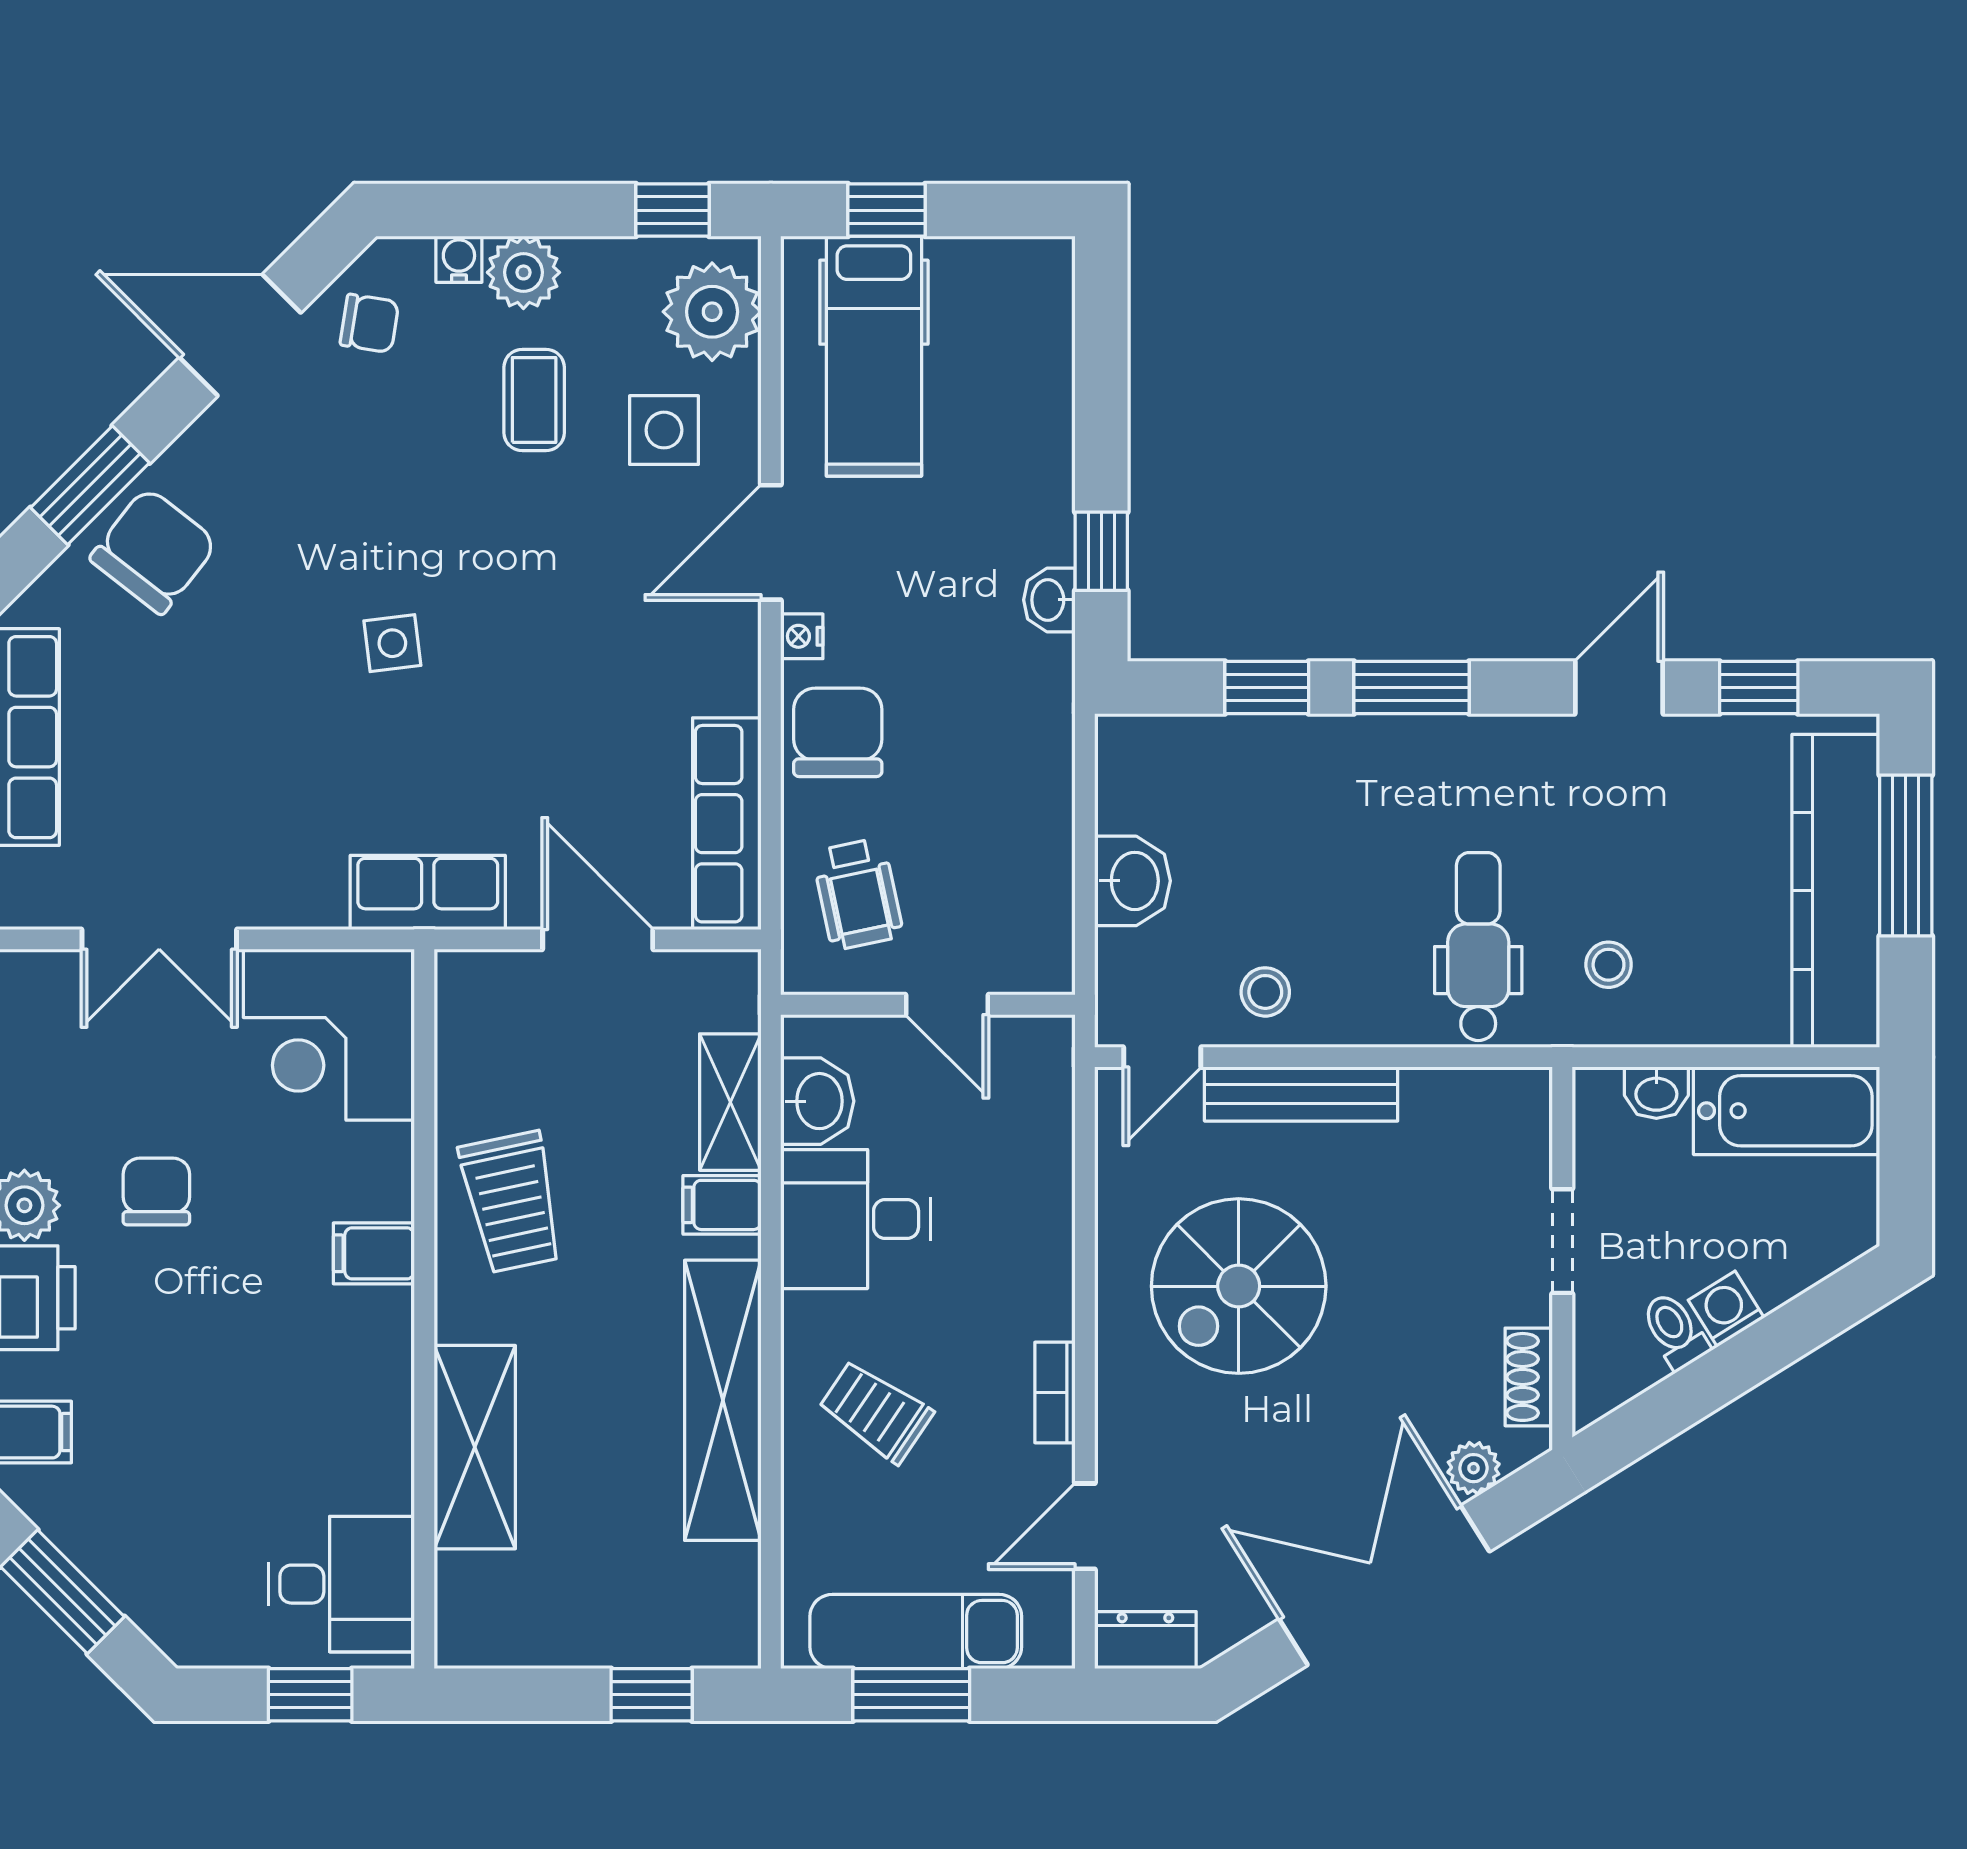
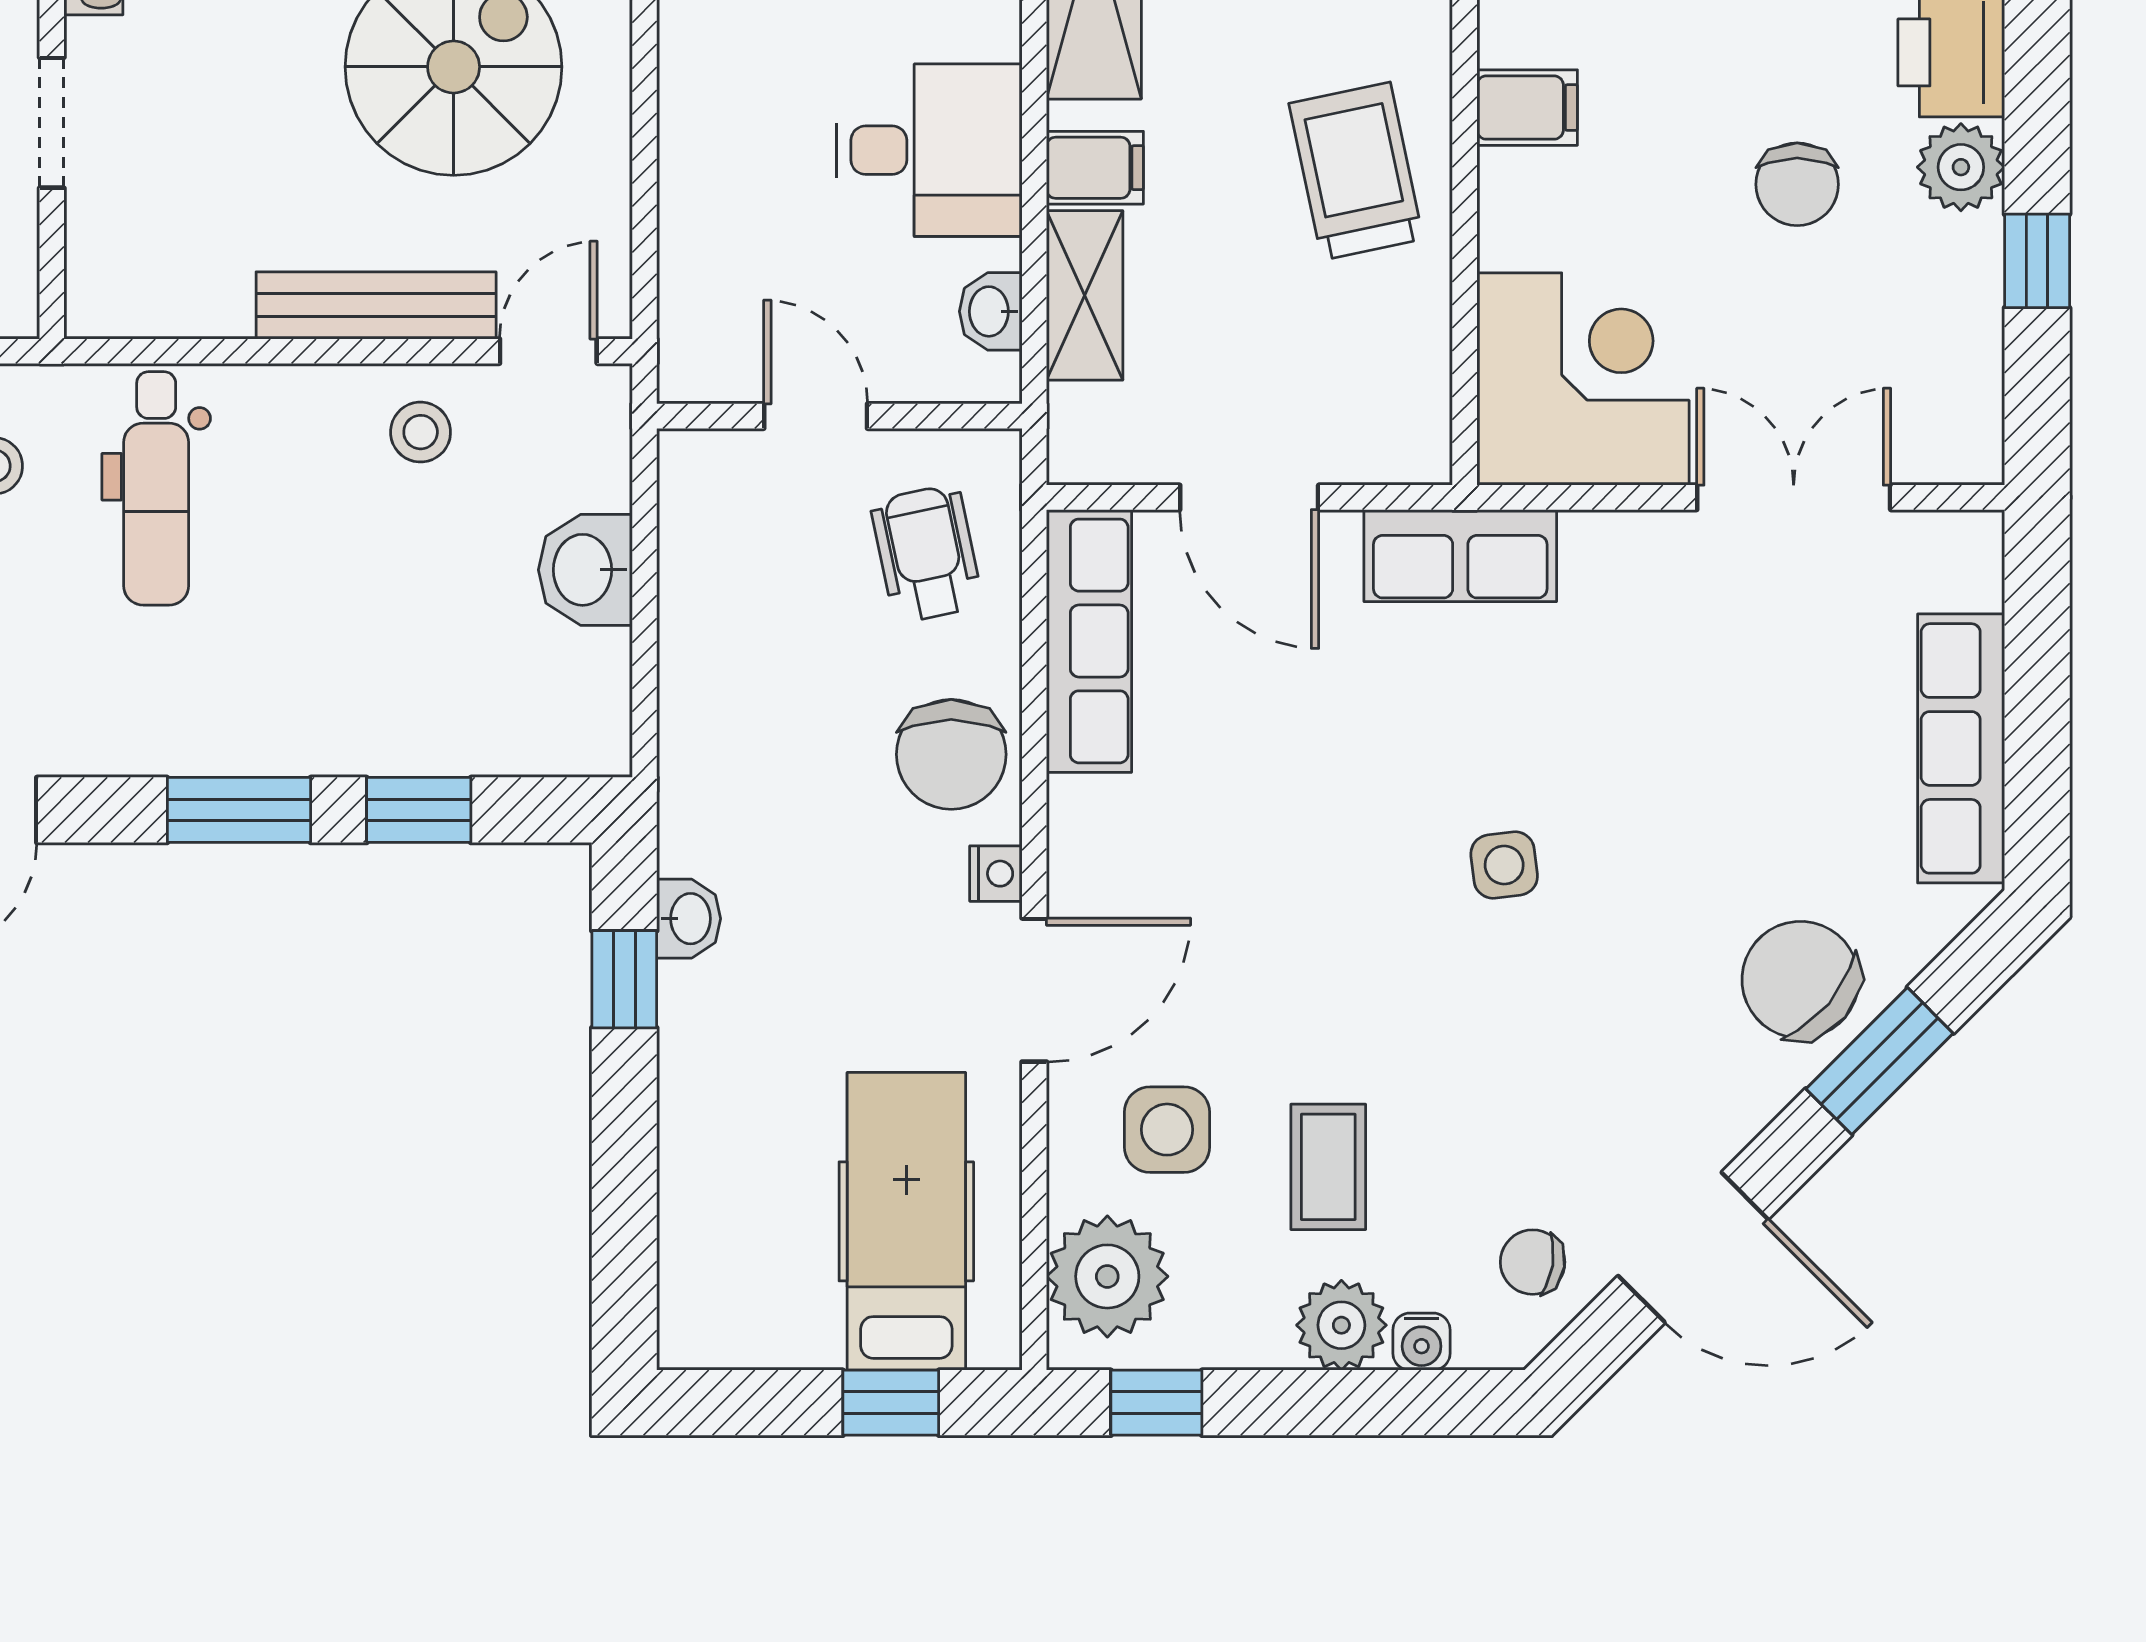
chair: (154, 551) -> (1800, 980), turned 92
washbasin: (817, 1101) -> (991, 311), width x0.72, depth x0.69

